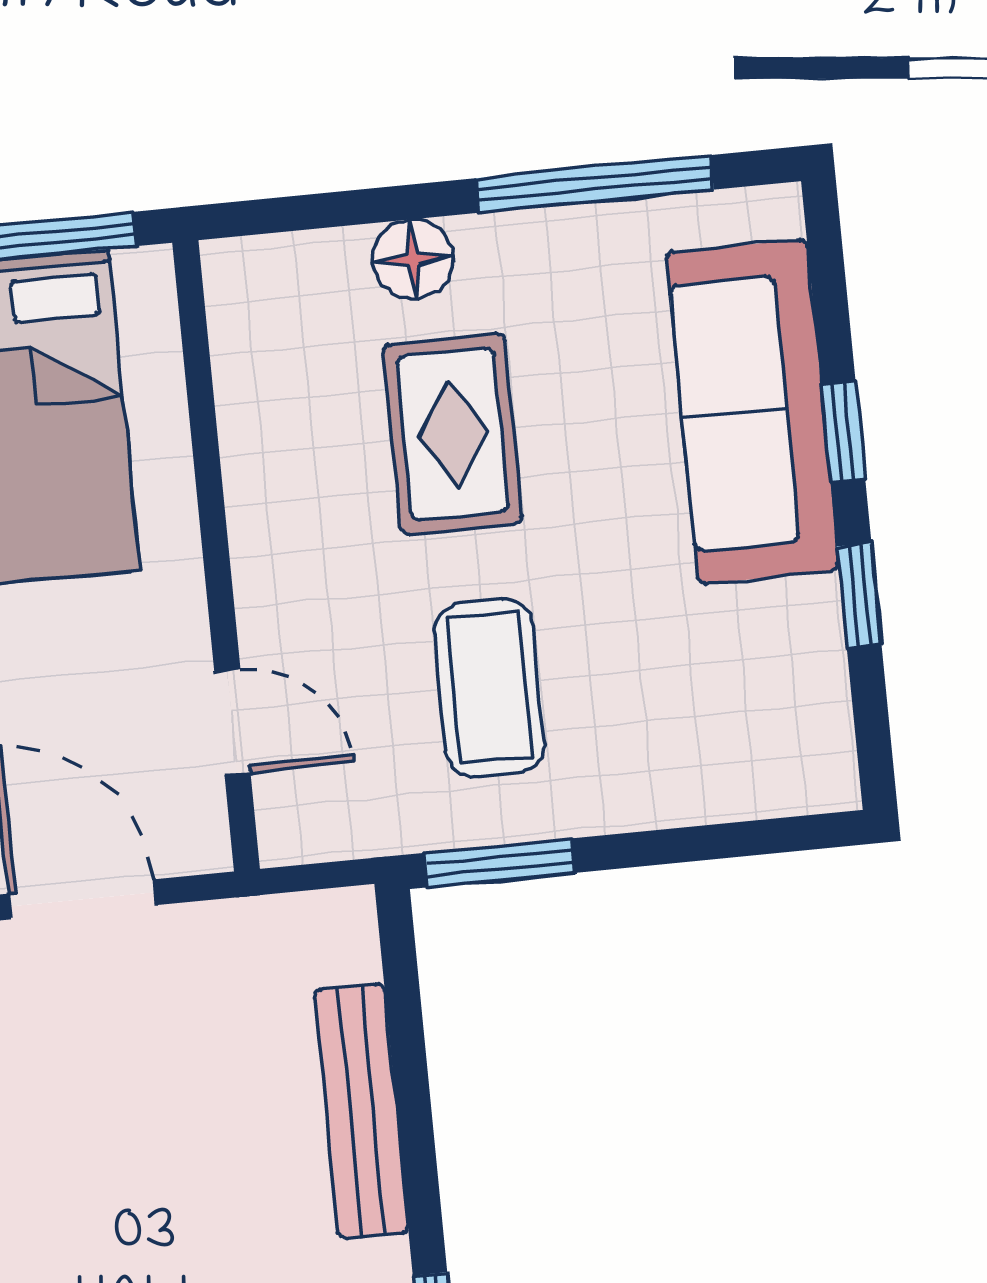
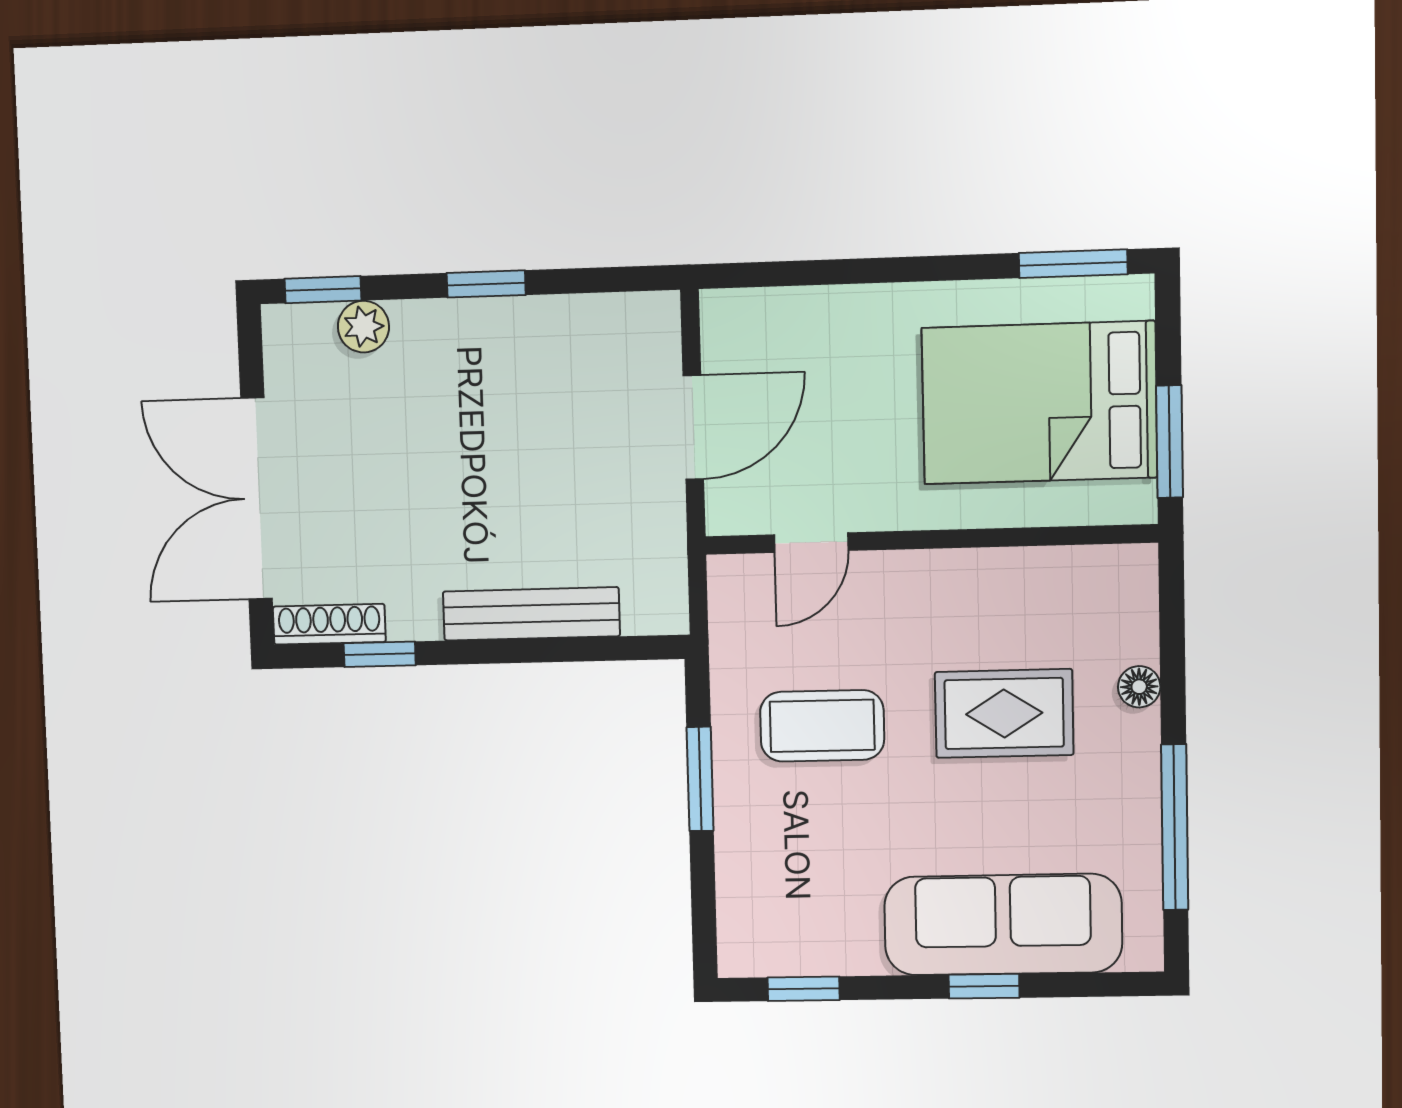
floor lamp: (413, 259) -> (1139, 687), width x0.73, depth x0.73
window: (859, 595) -> (804, 989), moved
window: (500, 863) -> (700, 779), moved

